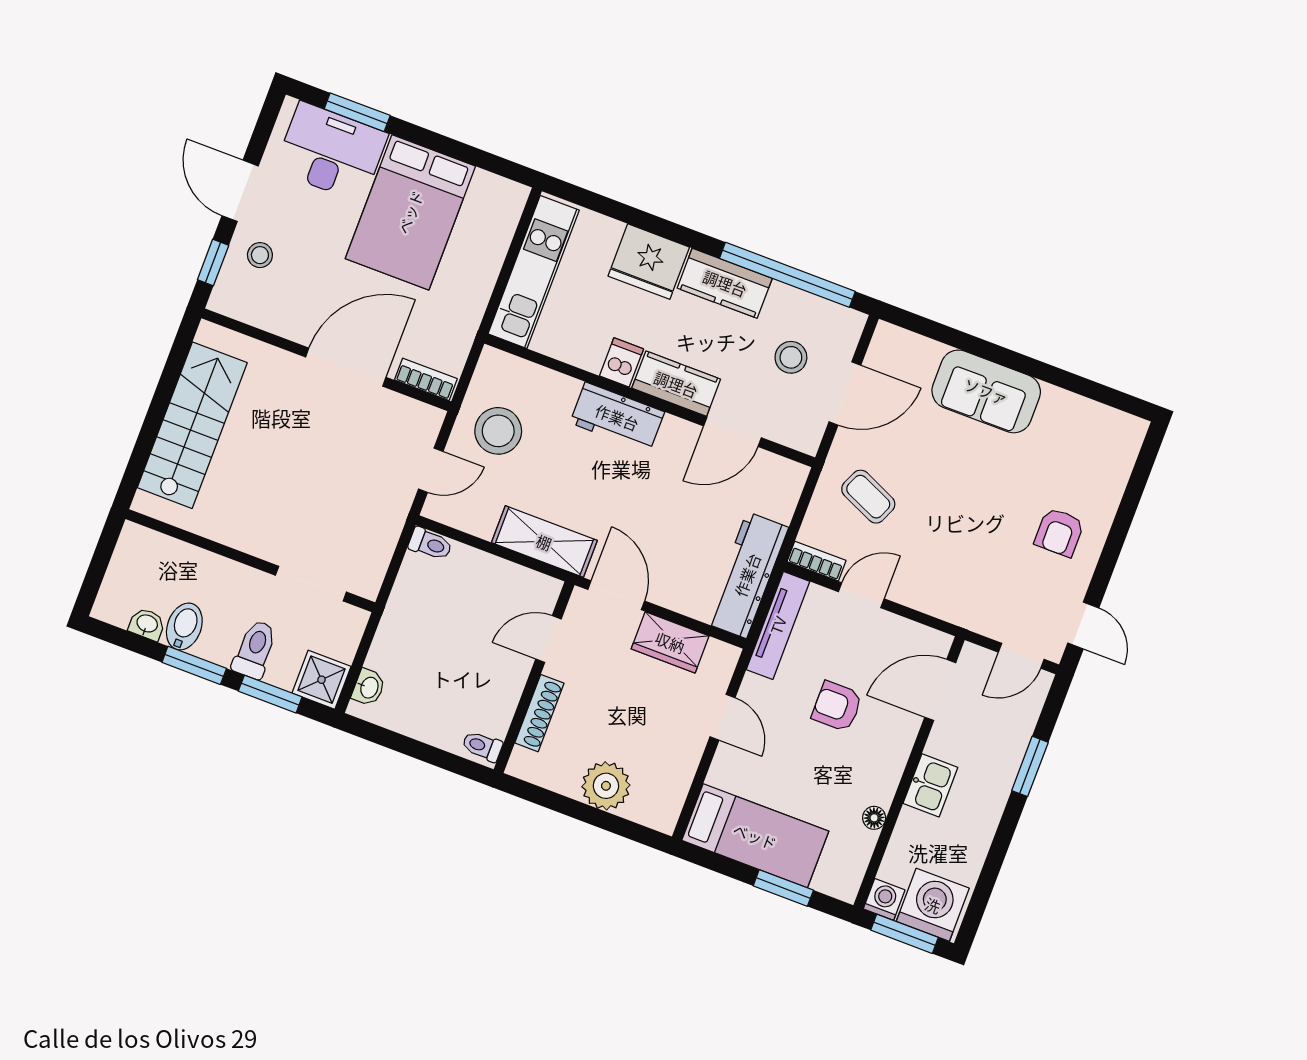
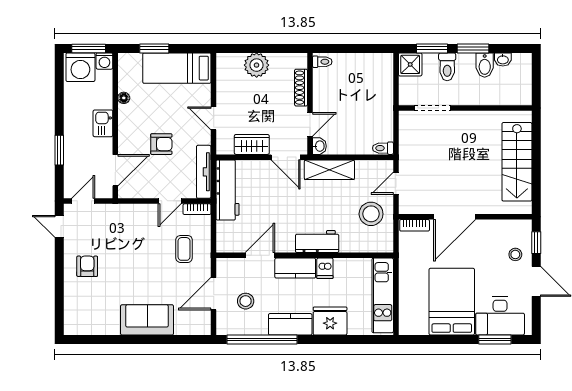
coffee table: (868, 497) -> (184, 249), turned 66
washbasin: (369, 687) -> (319, 146), moved, turned 180

